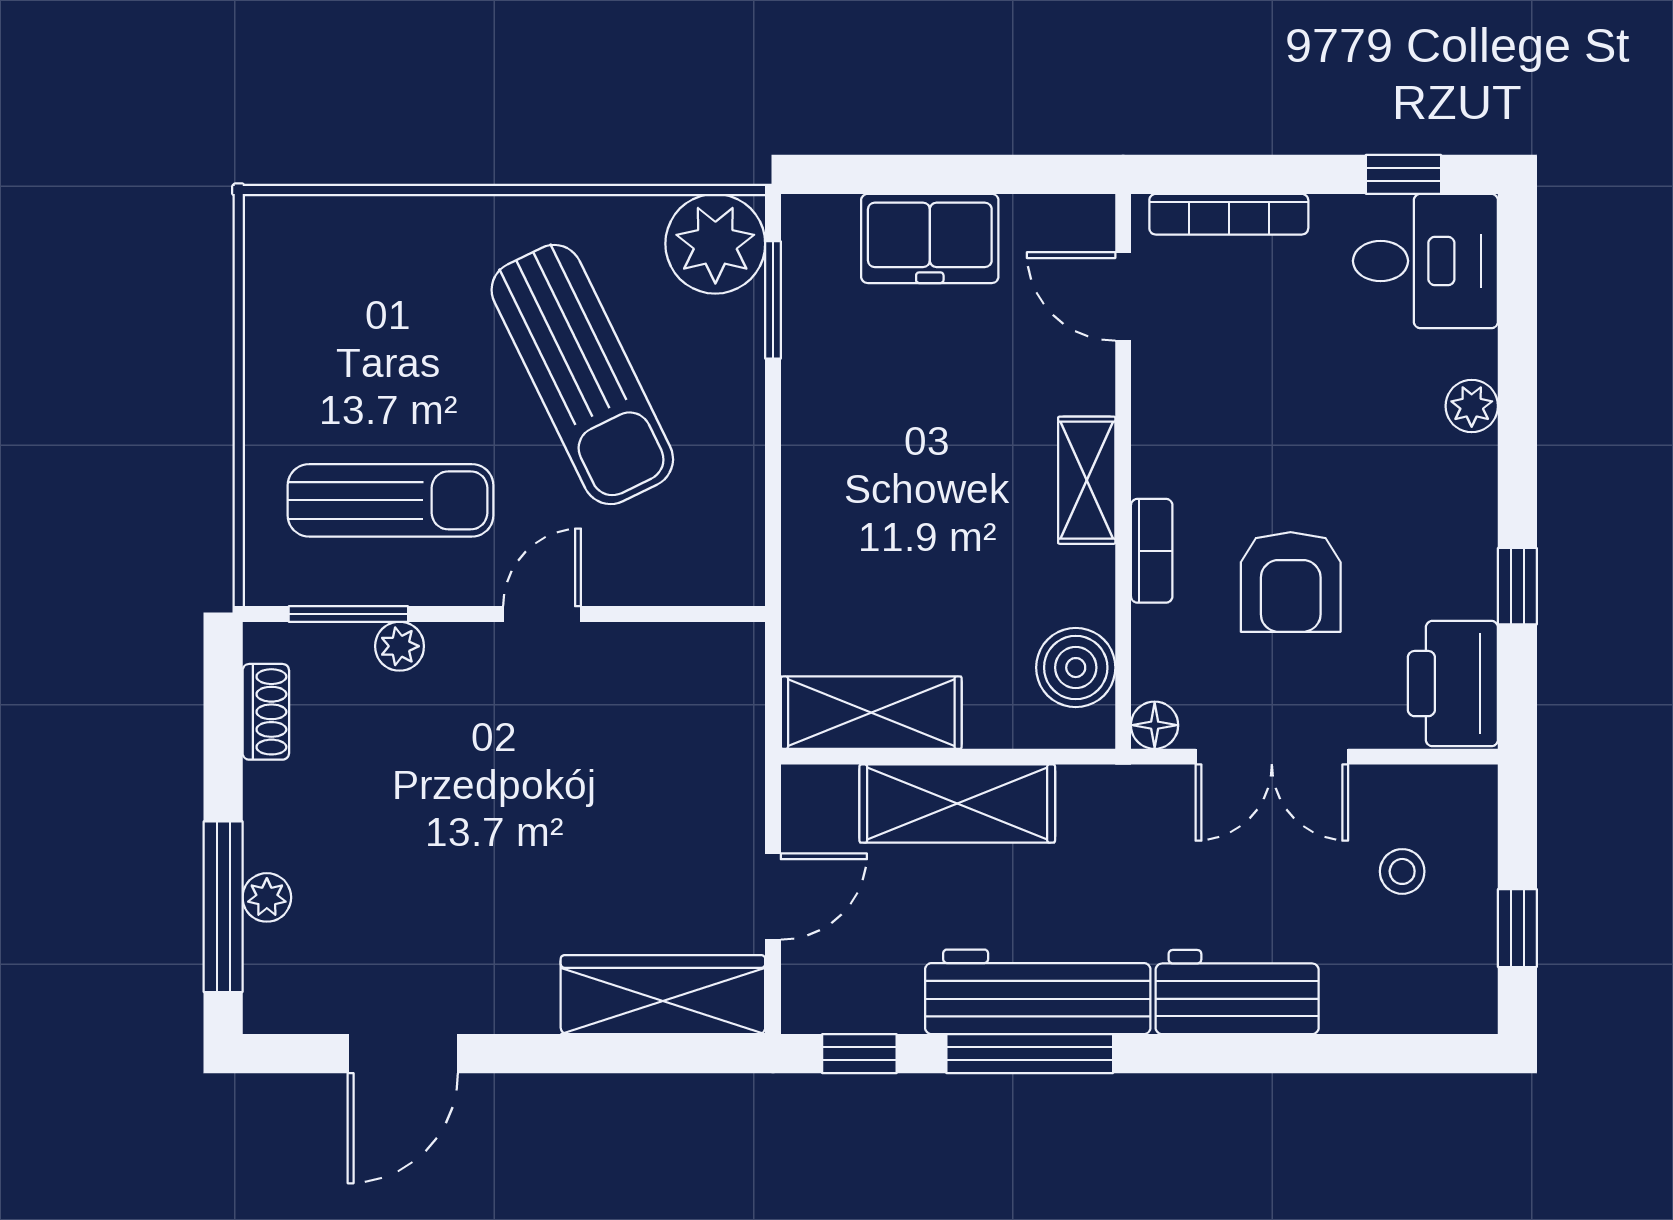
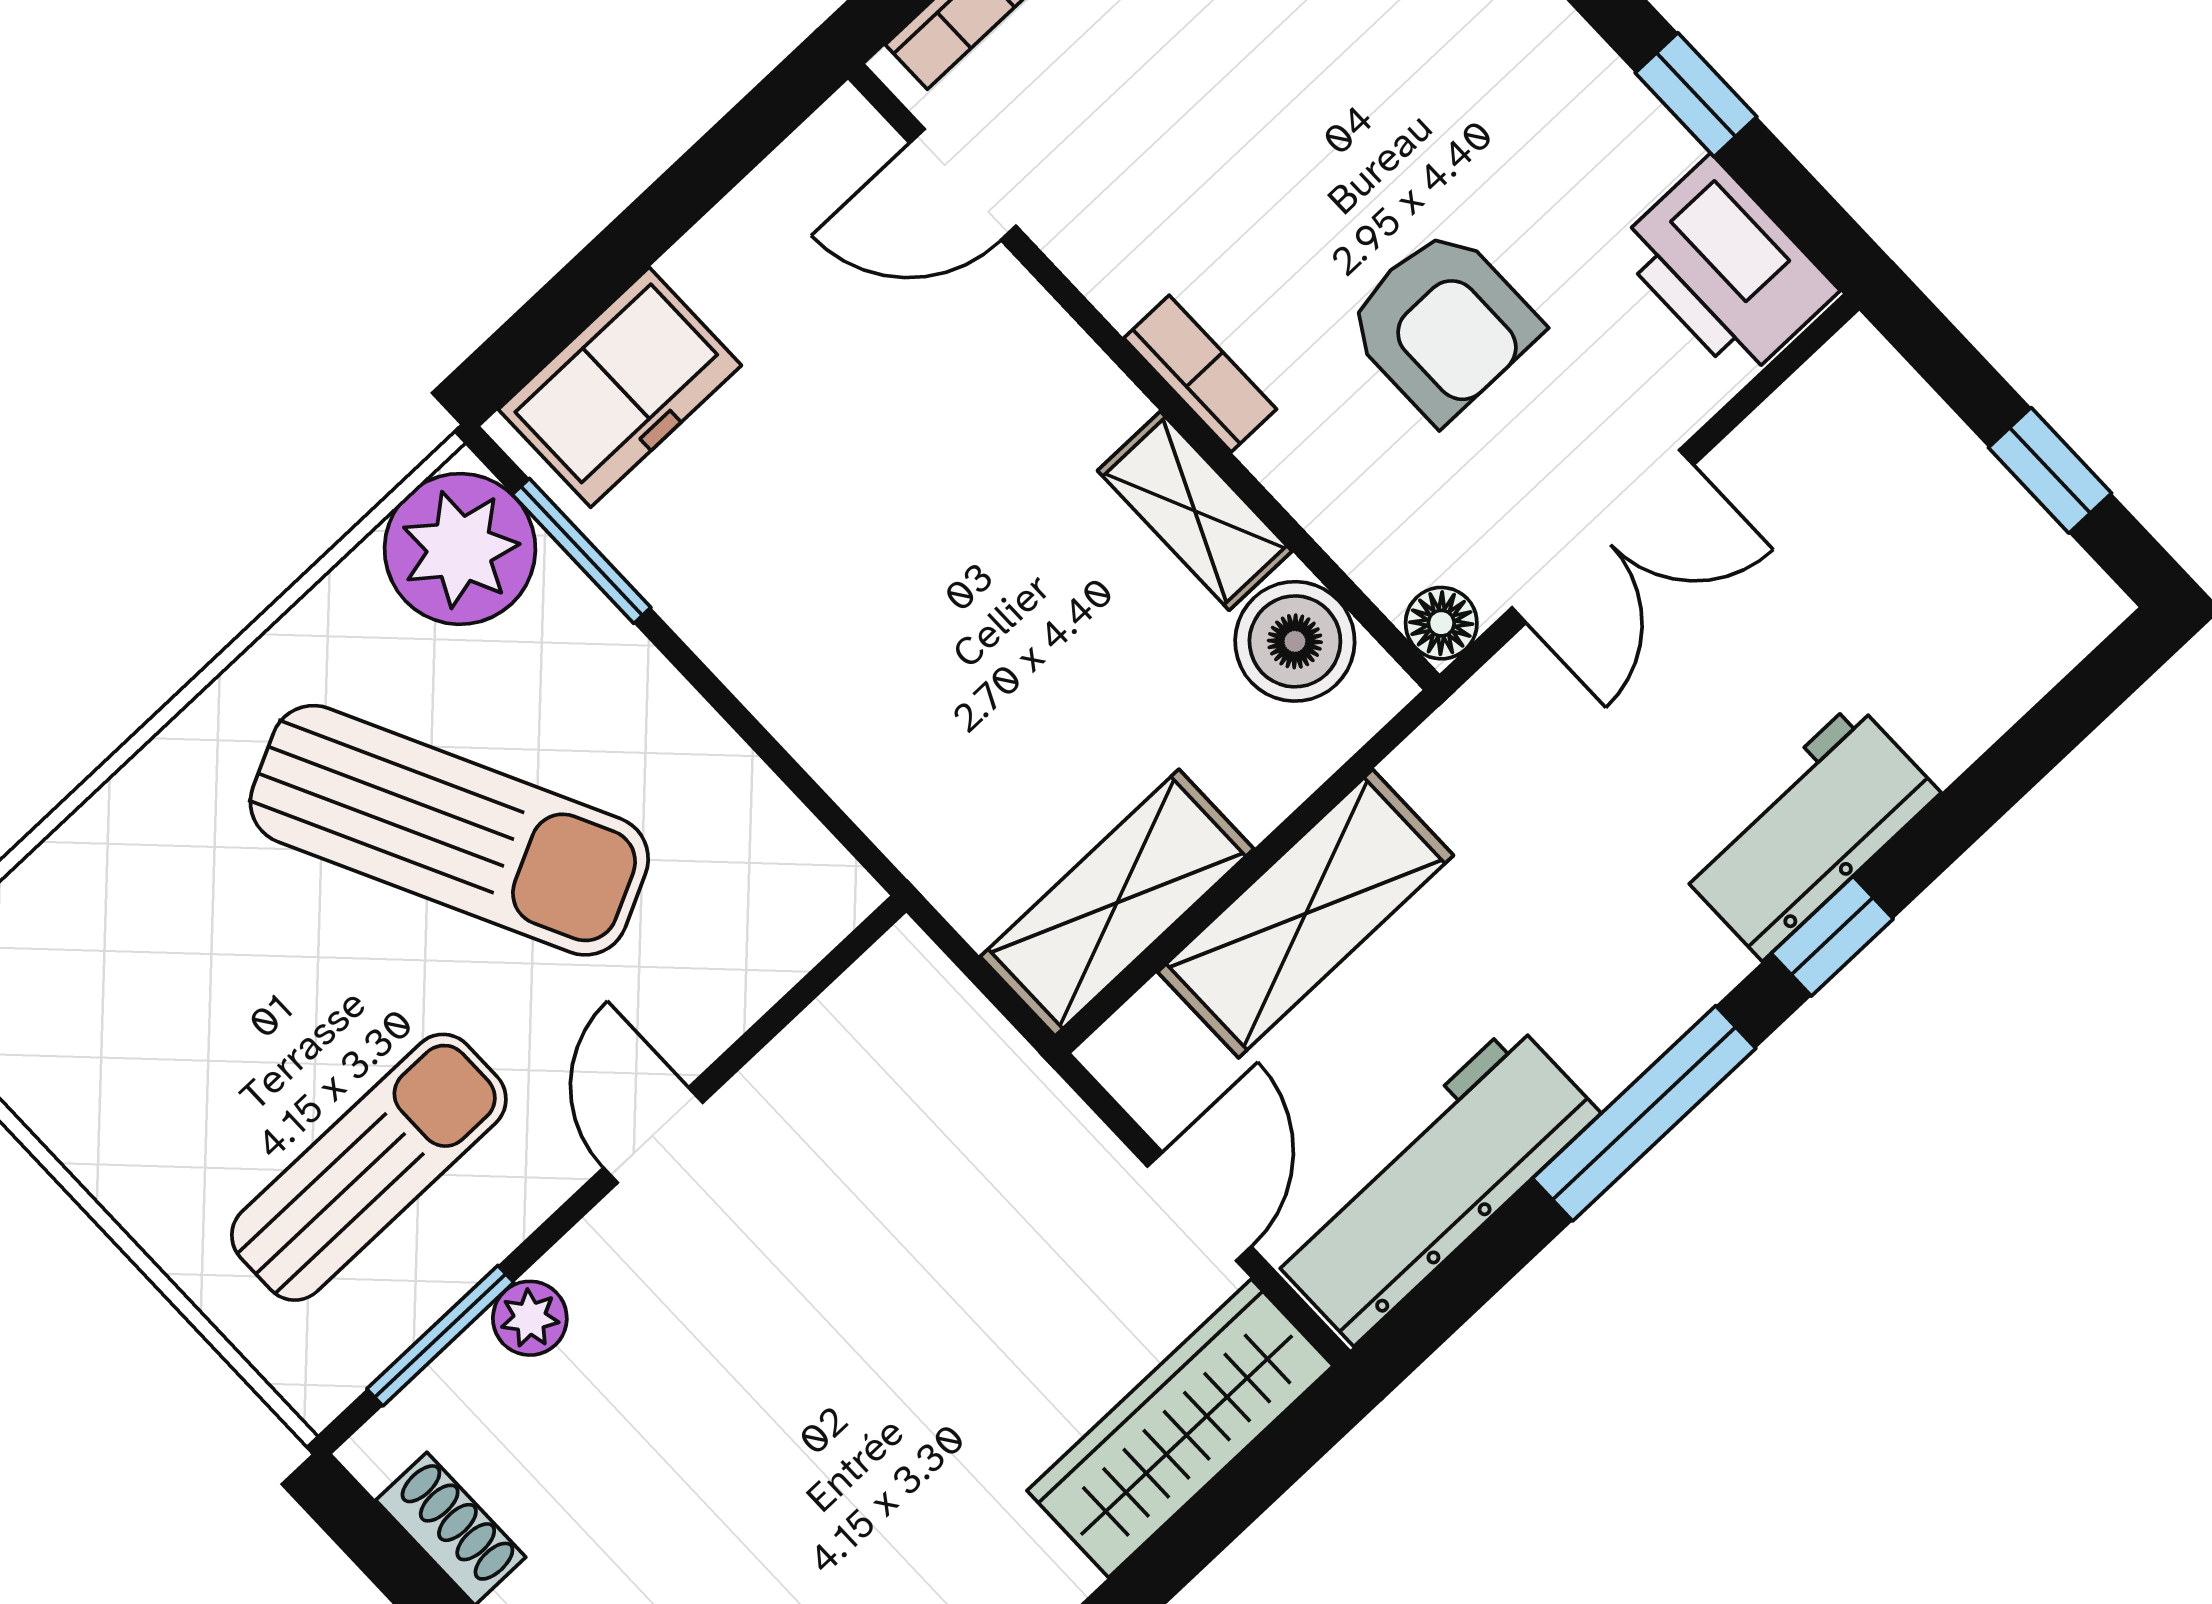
freezer: (930, 238) -> (620, 387), moved
shelving: (1087, 480) -> (1195, 511), moved
bookcase: (1152, 551) -> (1200, 374), moved
stool: (1402, 871) -> (1865, 527), removed
workbench: (1038, 992) -> (1434, 1183), moved
window: (859, 1054) -> (1832, 936), moved

